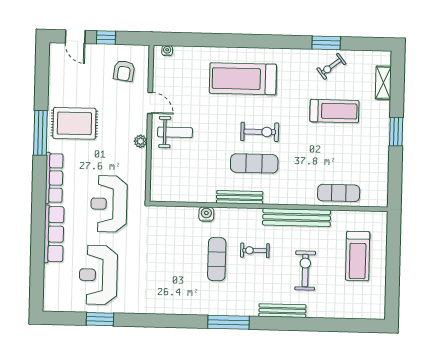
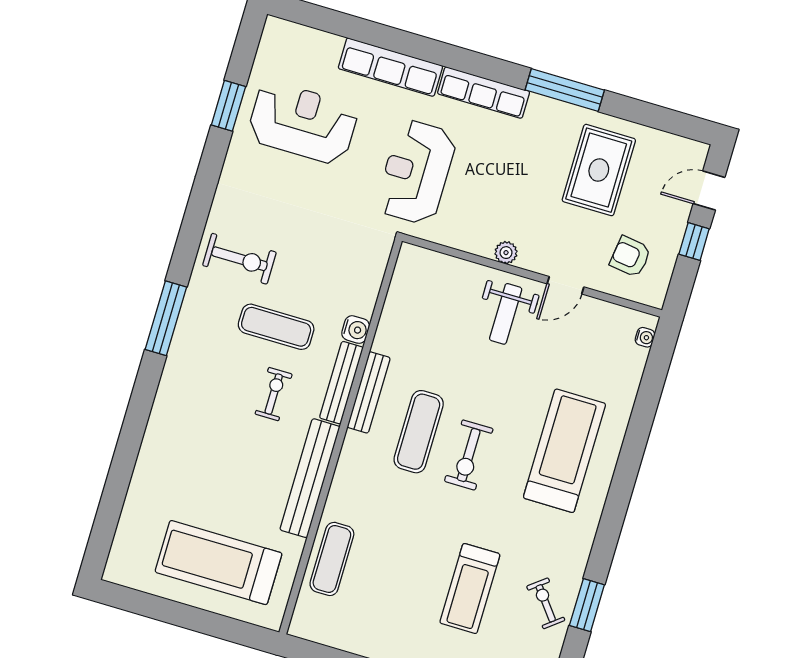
rug: (74, 123) -> (599, 170), moved
reception desk: (109, 204) -> (416, 172), turned -90
treadmill: (358, 256) -> (218, 563), width x1.37, depth x1.37
exercise bike: (305, 271) -> (239, 259), moved
bench: (282, 311) -> (341, 383), moved

